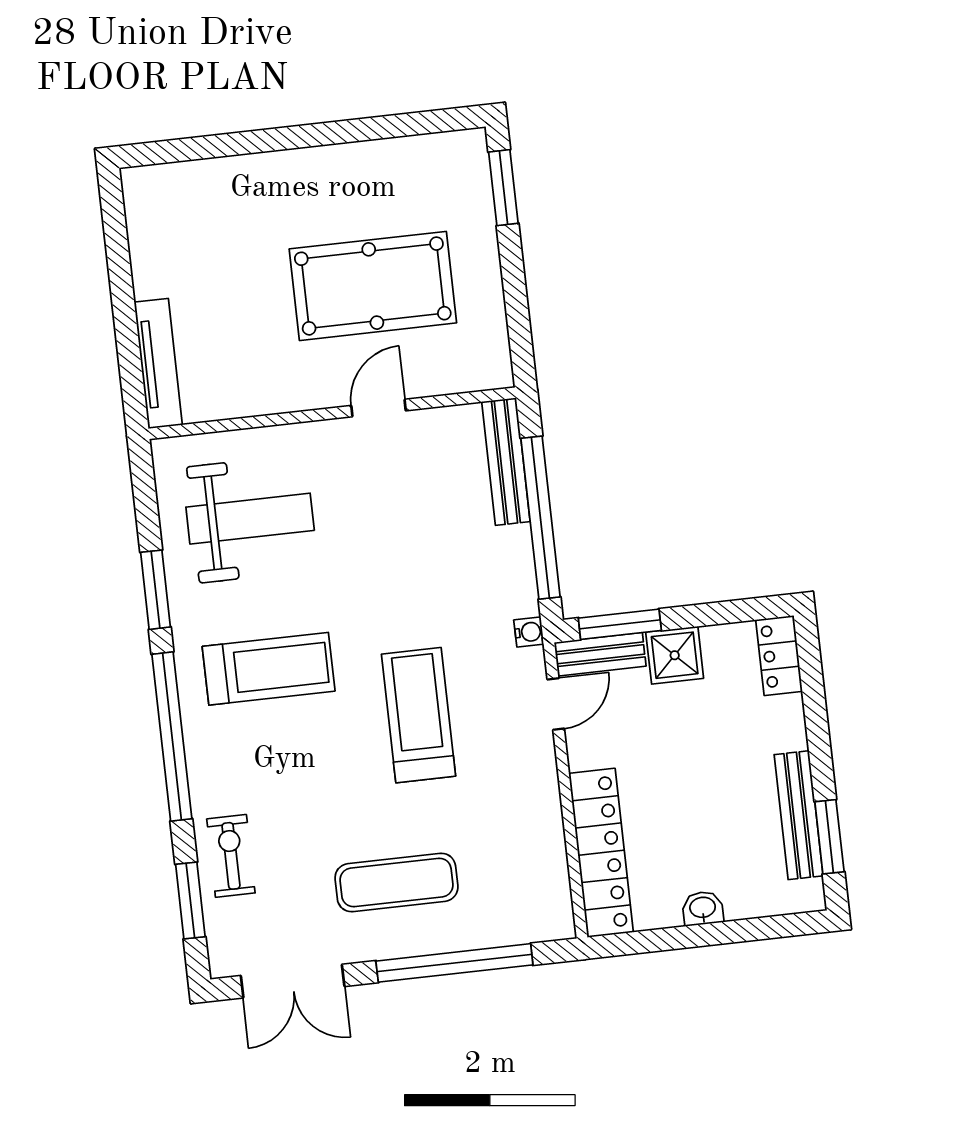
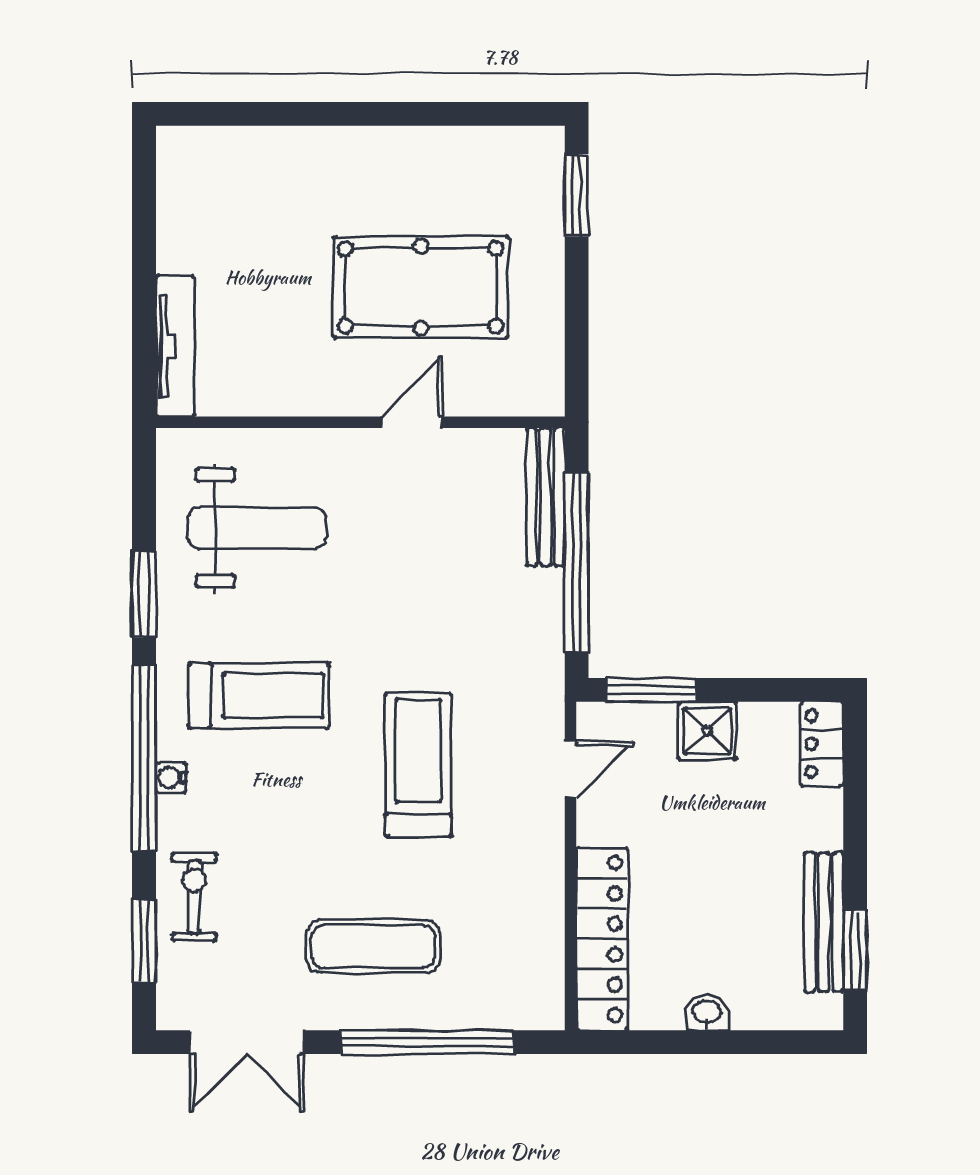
water cooler: (529, 632) -> (171, 778), moved, turned 180
bench: (600, 654) -> (625, 721), removed

